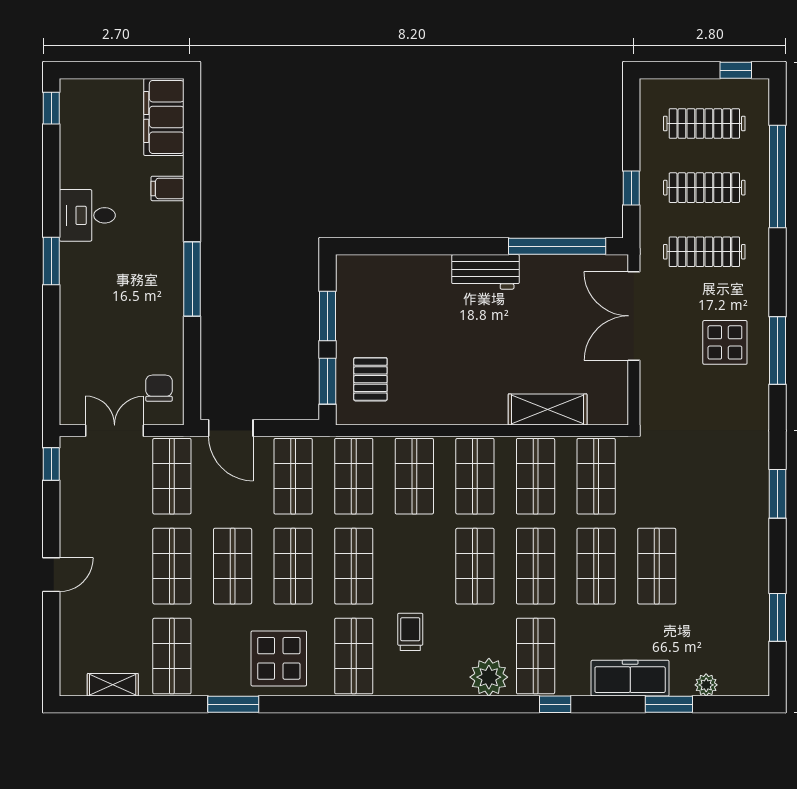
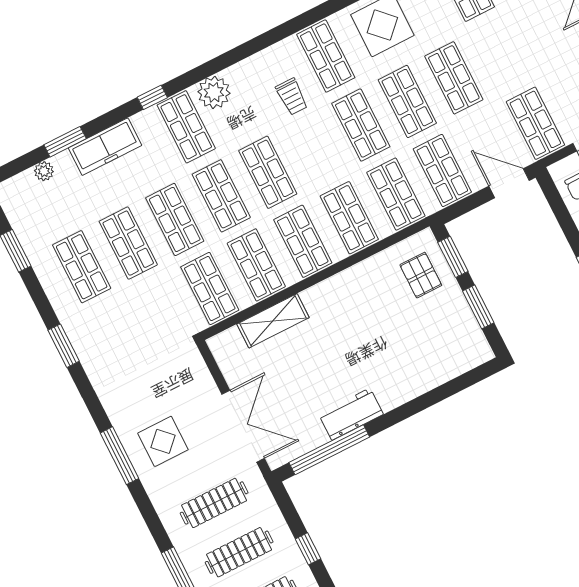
window: (631, 188) -> (308, 549), moved
workbench: (485, 272) -> (351, 414), moved
shop shelf: (172, 566) -> (82, 267), moved

